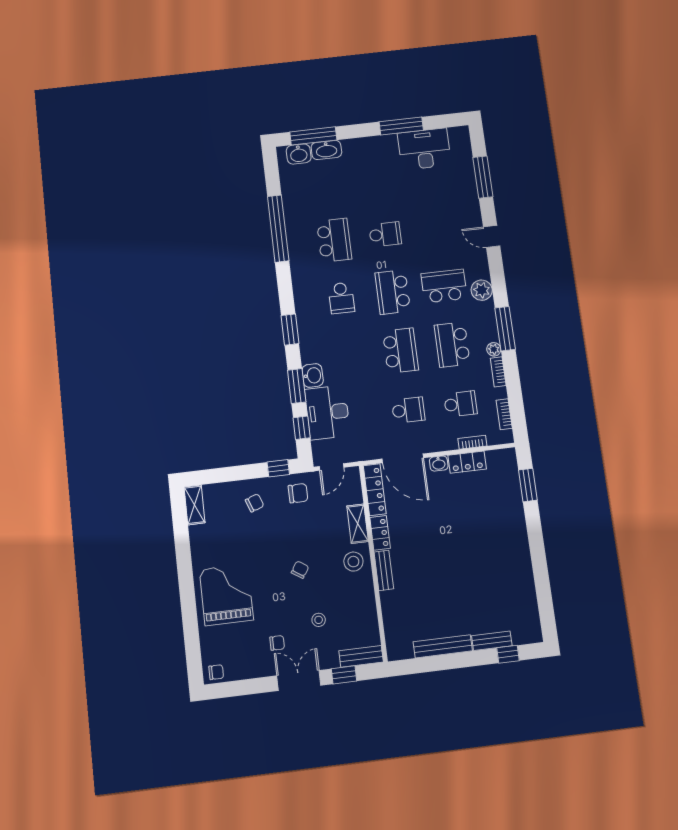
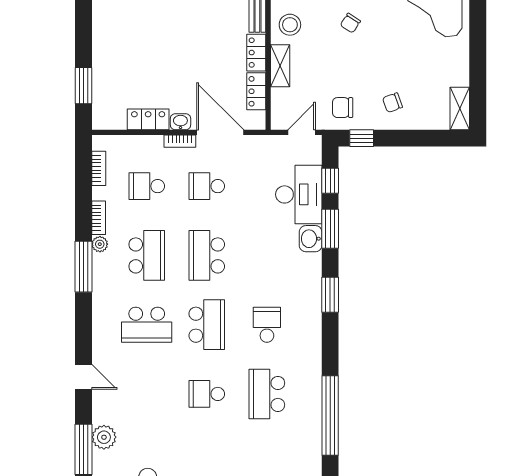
plant: (482, 290) -> (104, 437), moved
bookcase: (472, 442) -> (180, 141), moved
locker: (375, 490) -> (256, 91), width x0.66

